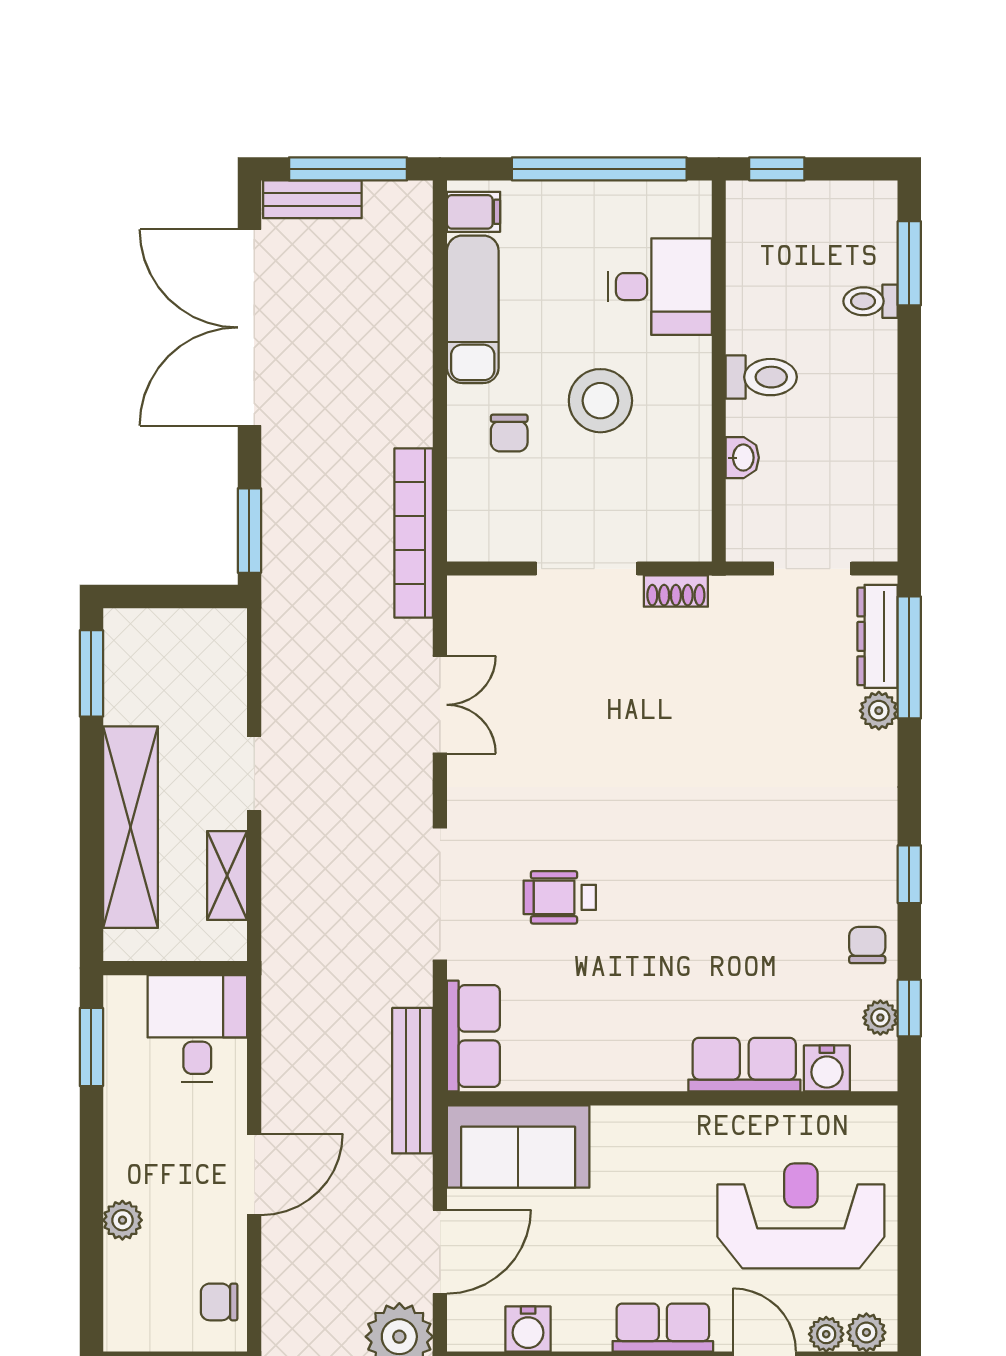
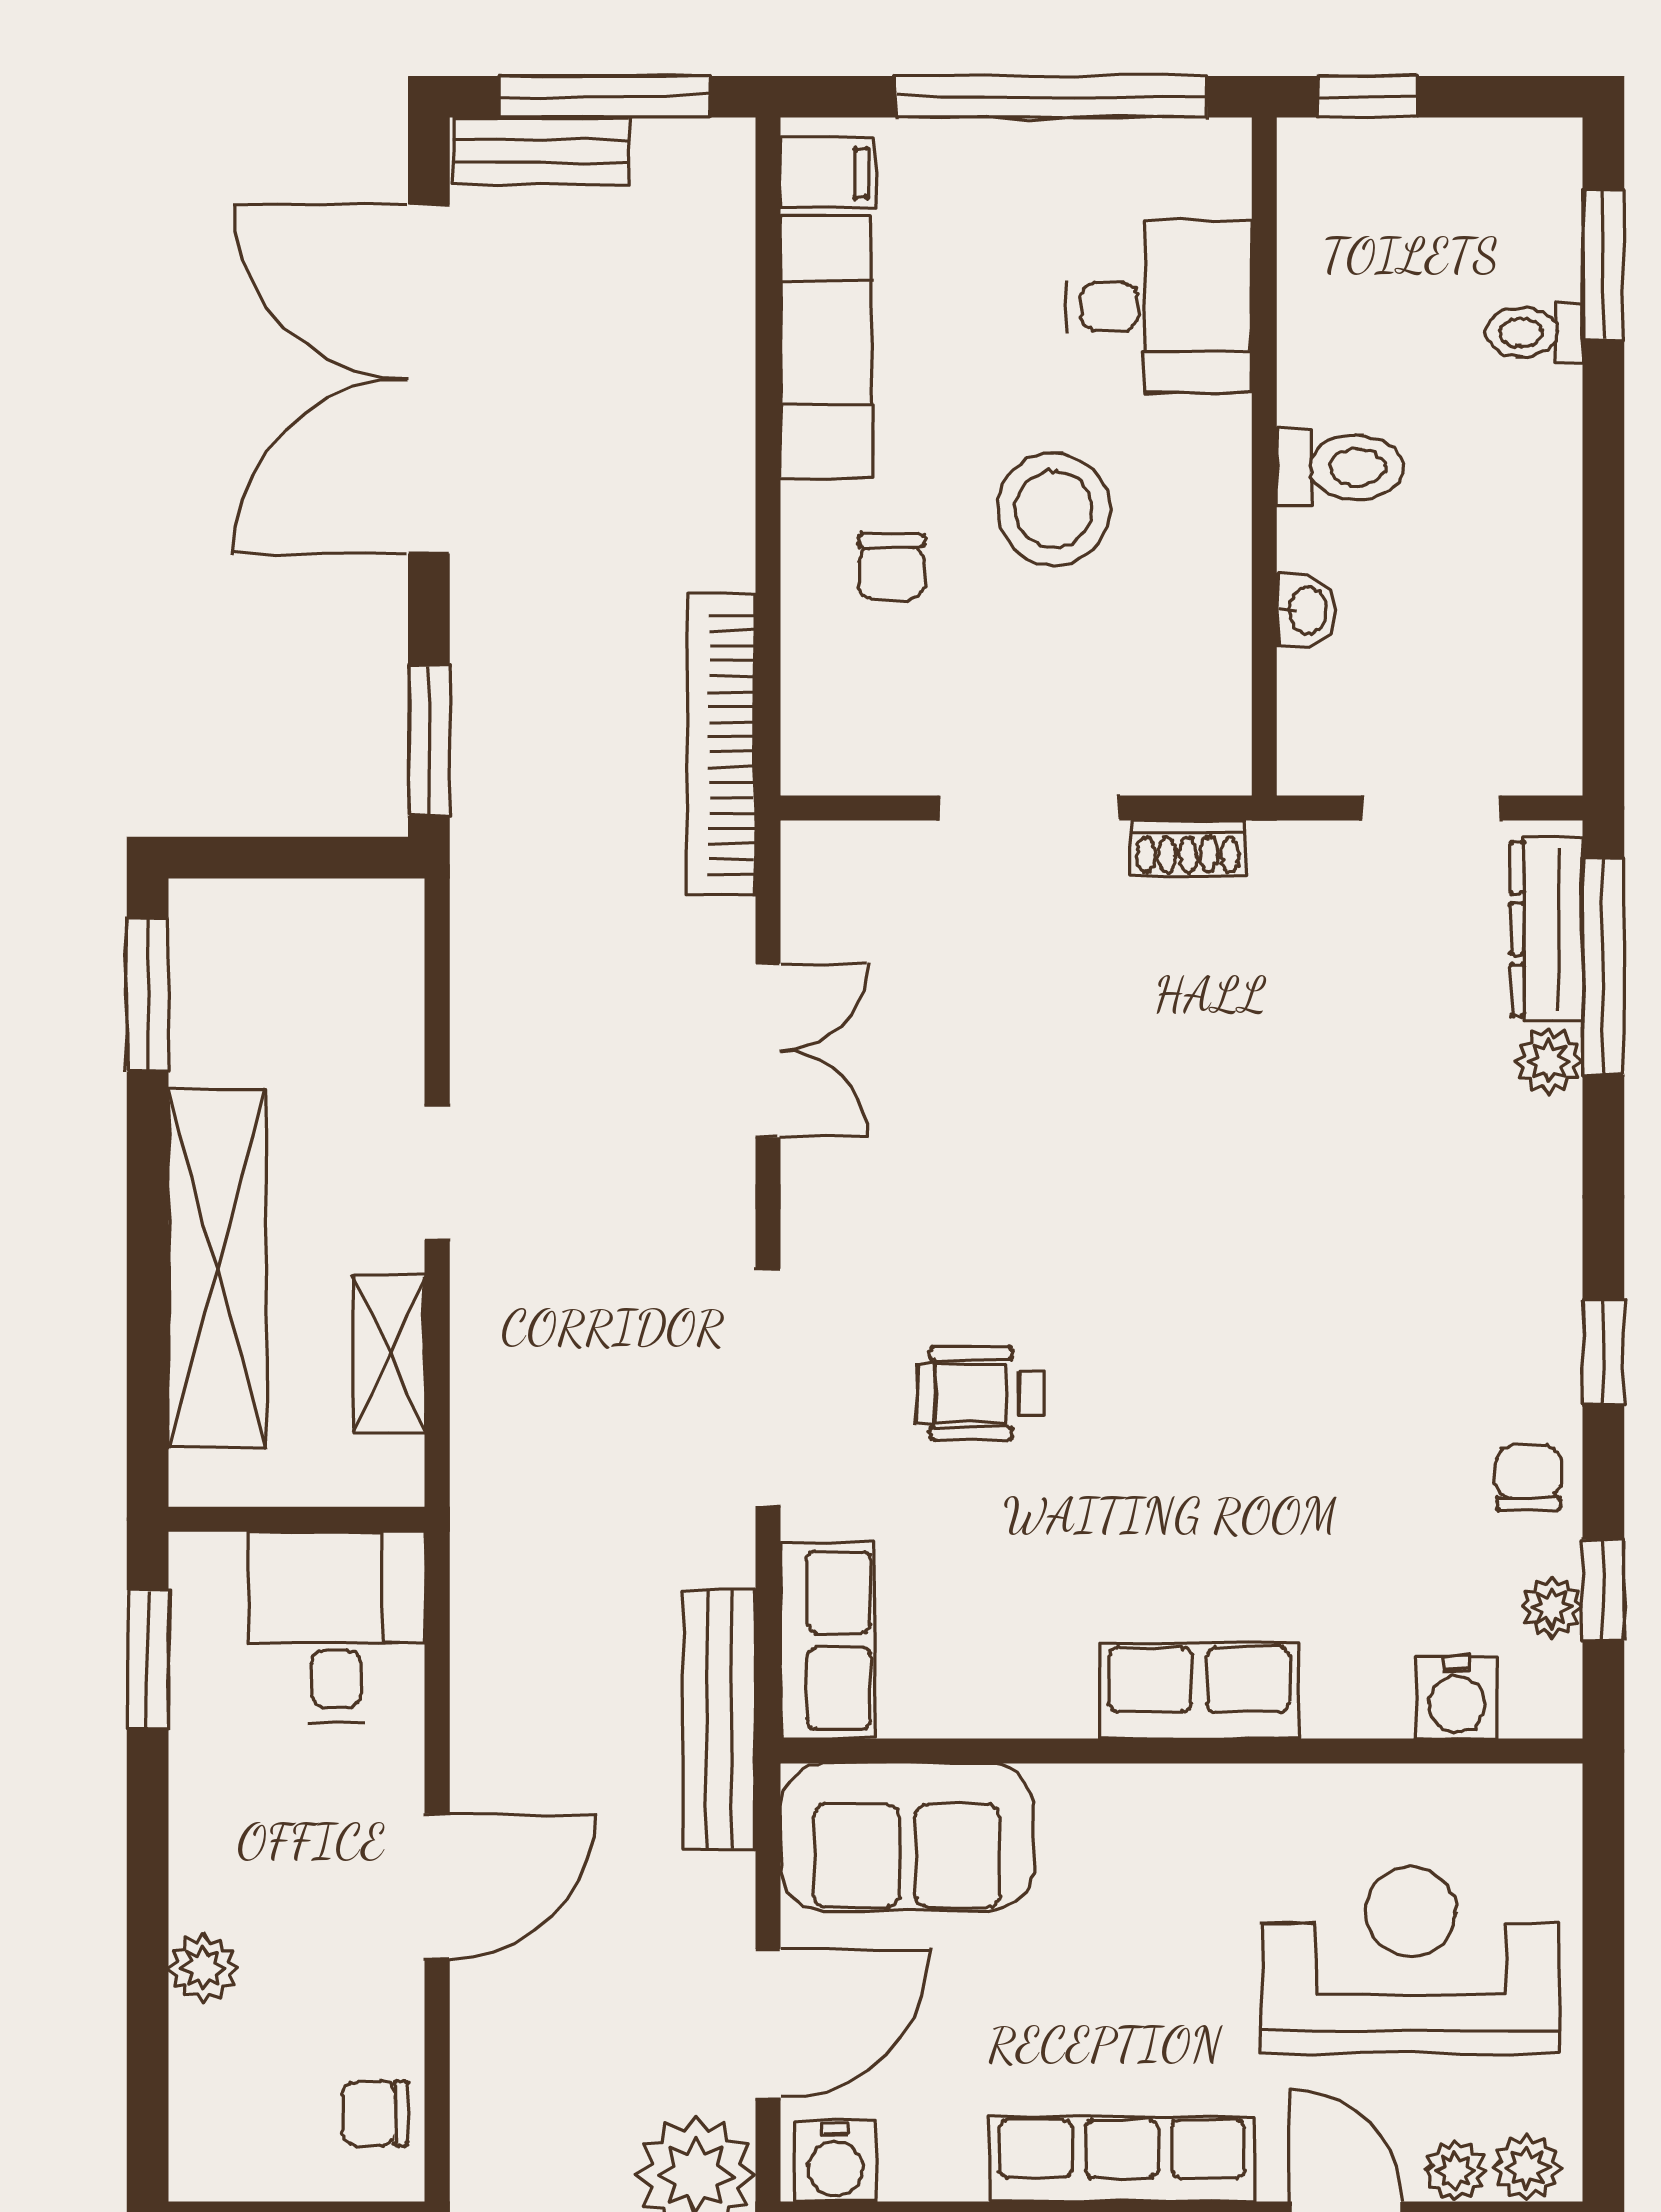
row of seats: (744, 1065) -> (1199, 1691), moved
row of seats: (663, 1328) -> (1122, 2159), width x1.48
water cooler: (528, 1329) -> (836, 2162), moved

